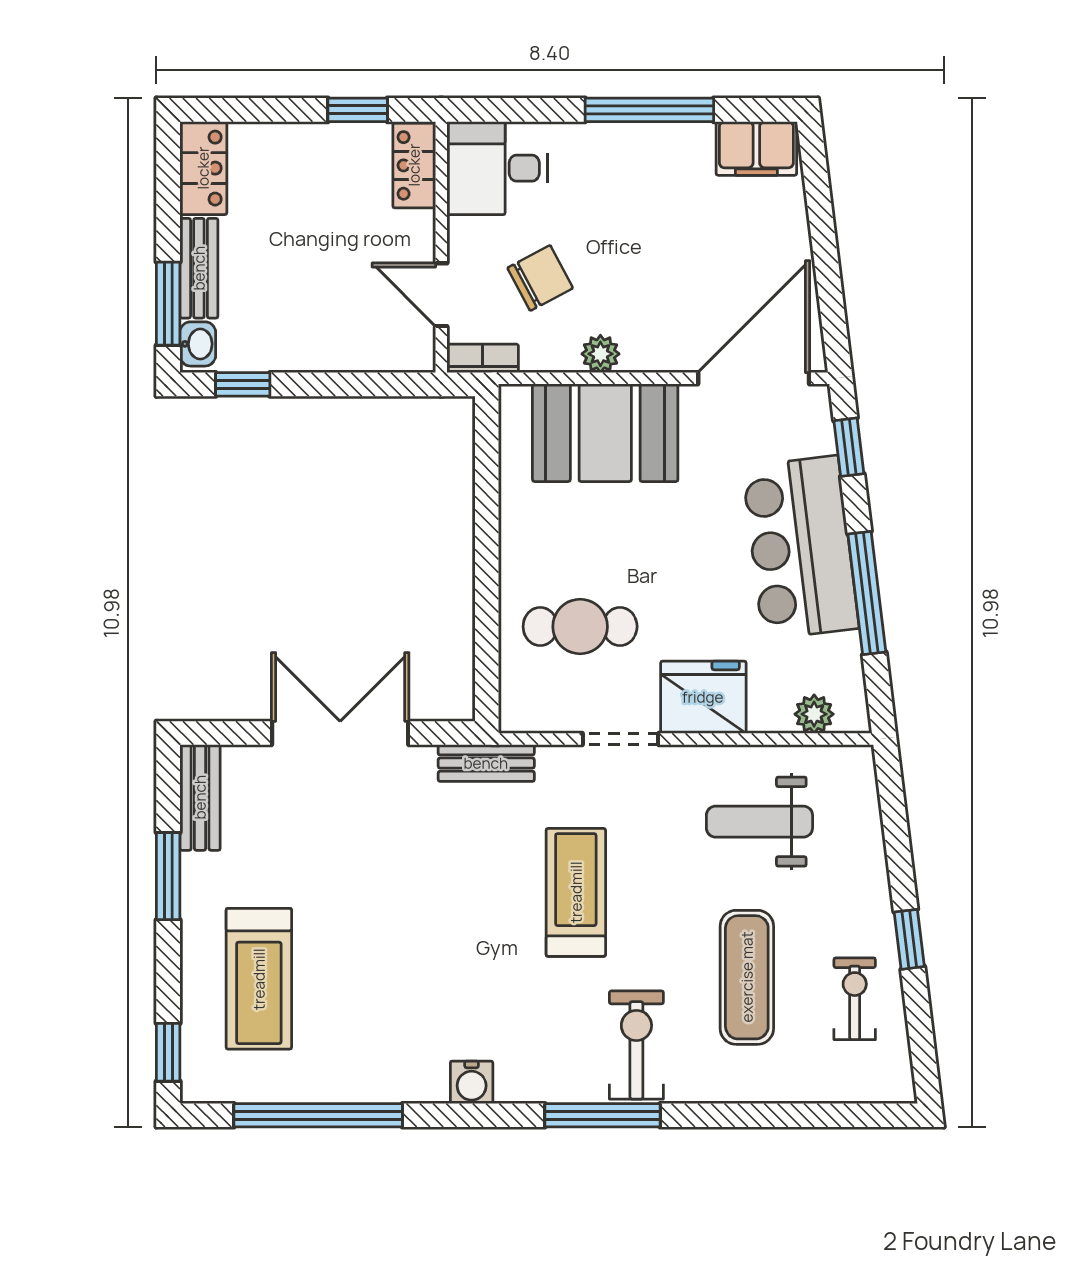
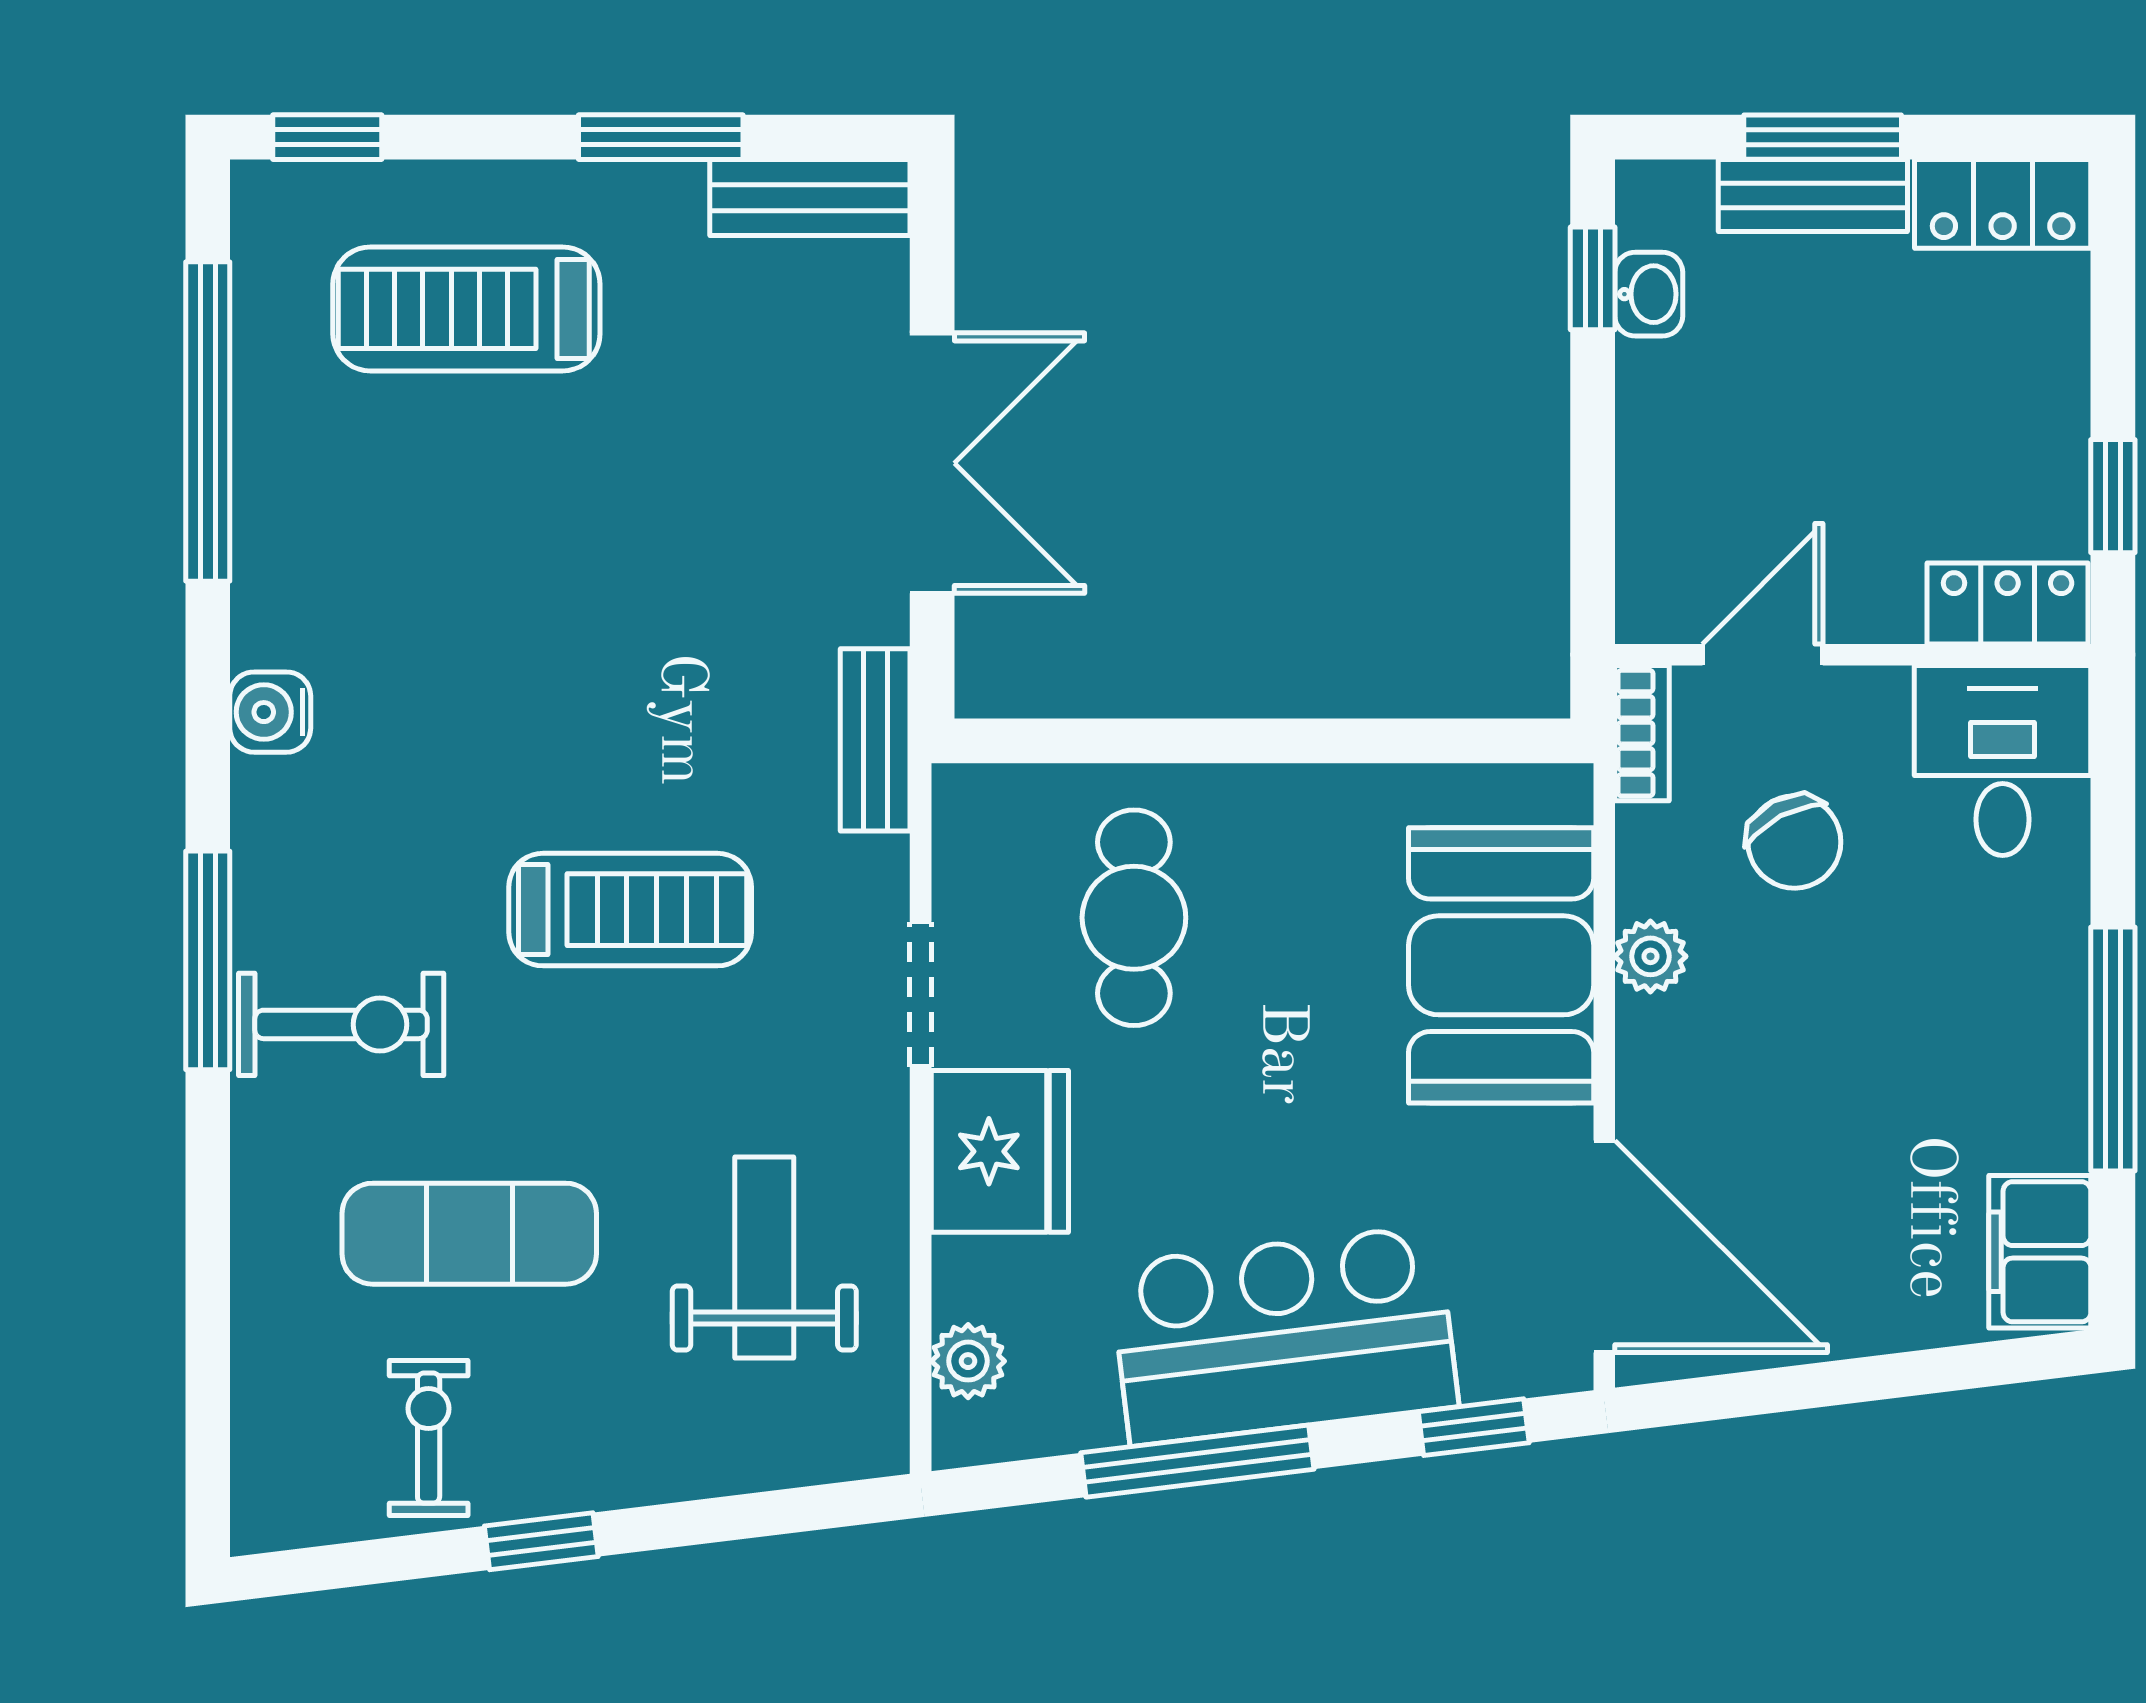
window: (168, 304) -> (1823, 137), moved
washbasin: (198, 344) -> (1649, 294), moved, turned -90
exercise bike: (855, 999) -> (429, 1438), turned -90

